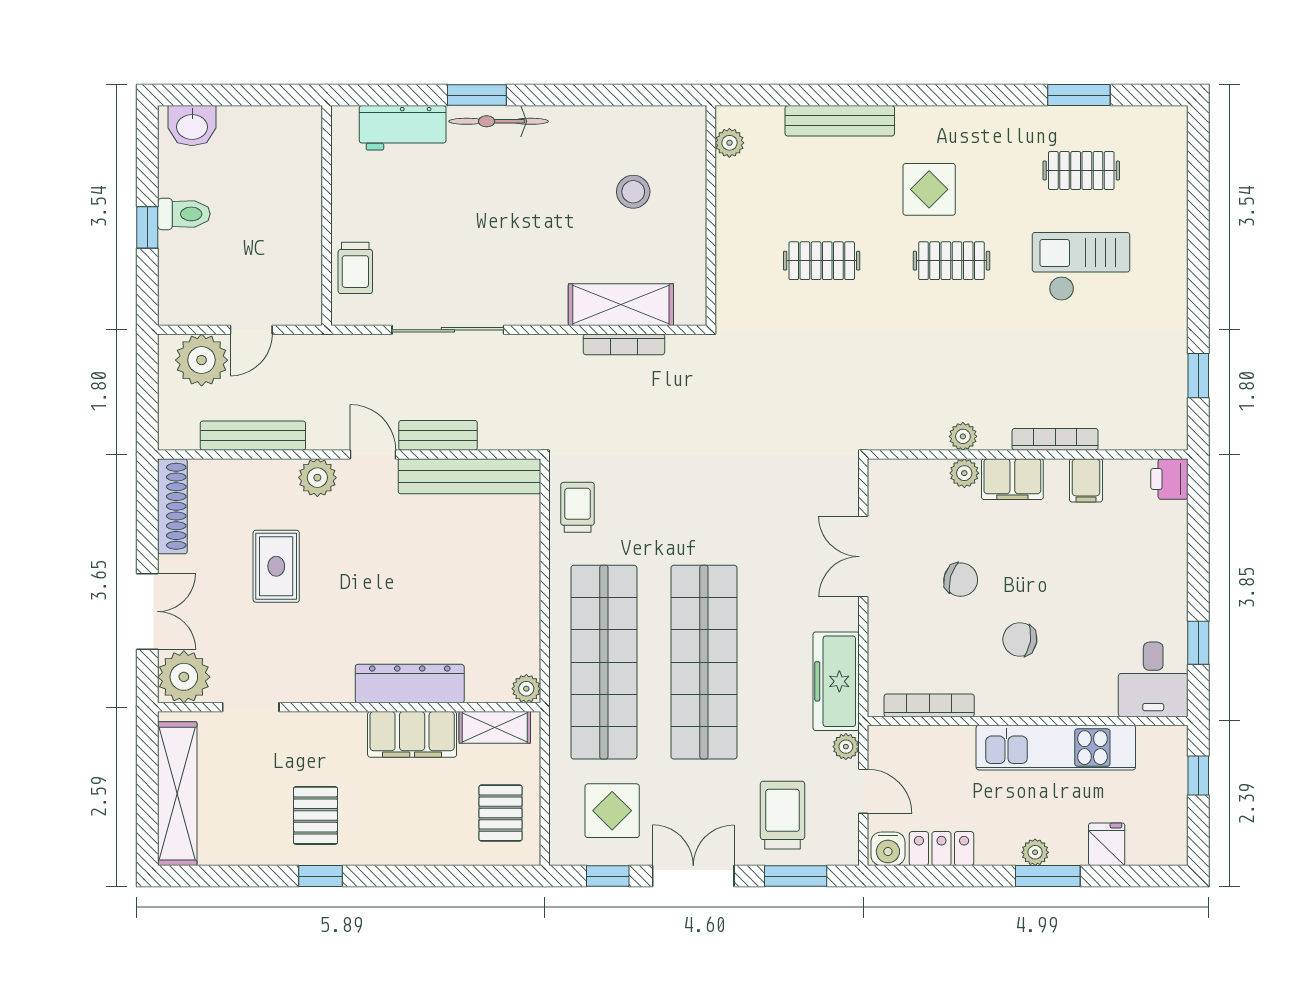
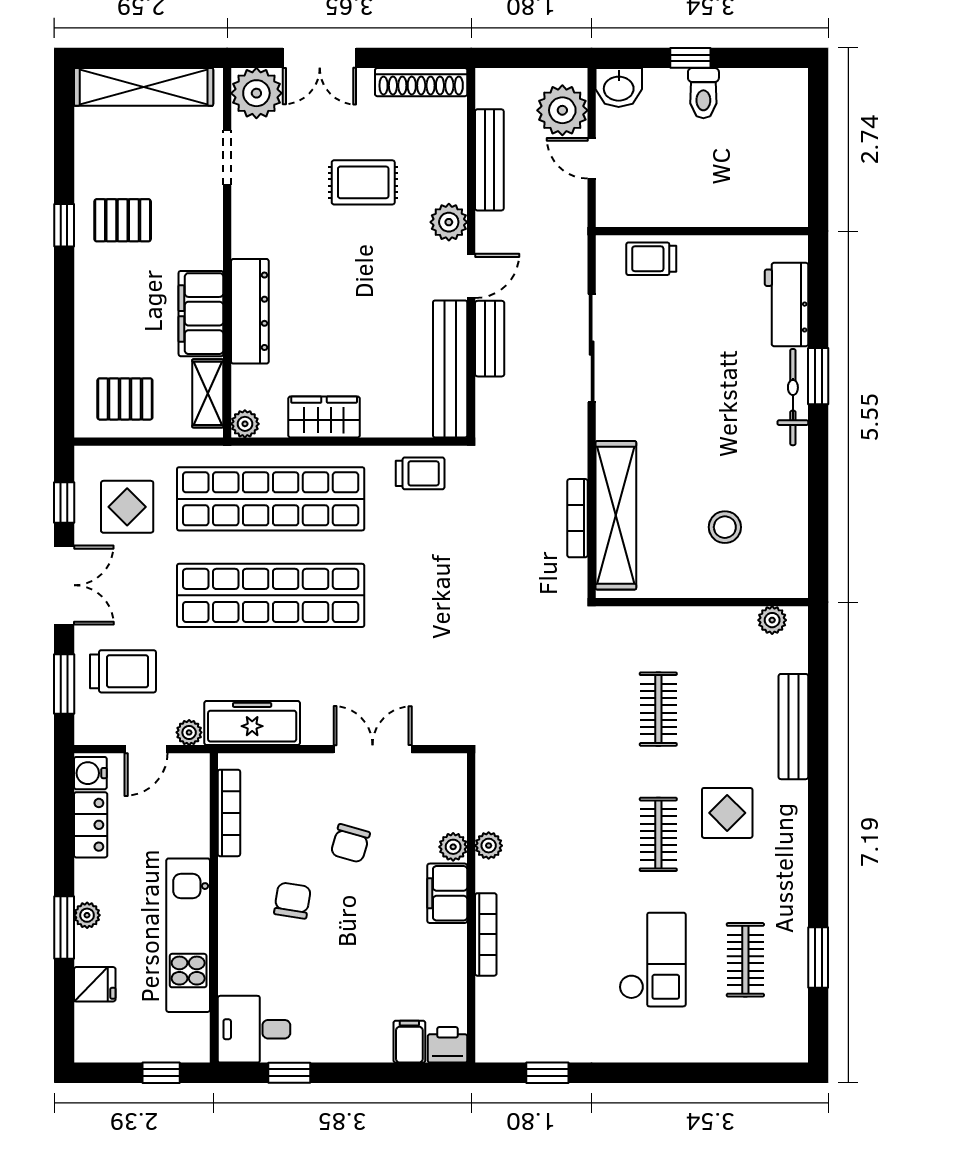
washbasin: (192, 126) -> (619, 87), moved, turned -90
shelving: (621, 305) -> (616, 515), width x1.47
filing cabinet: (1086, 480) -> (409, 1042), moved, turned 90
wardrobe: (519, 607) -> (324, 417), added

